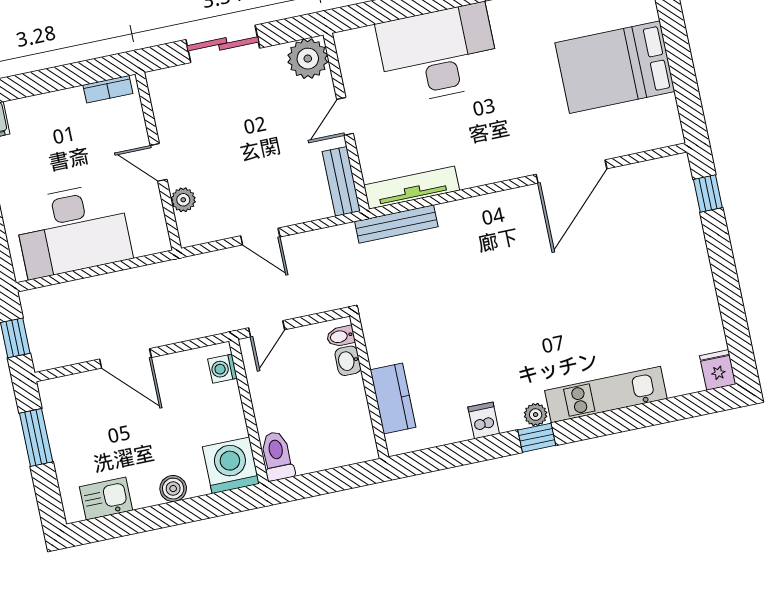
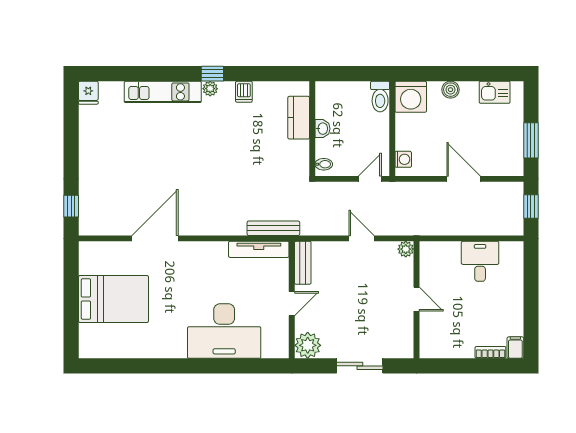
bookcase: (108, 89) -> (490, 352), moved
plant: (183, 200) -> (406, 249), moved
desk: (73, 230) -> (480, 261), width x0.53, depth x0.77
washbasin: (348, 361) -> (322, 129), moved

